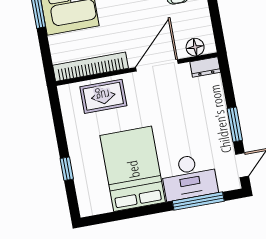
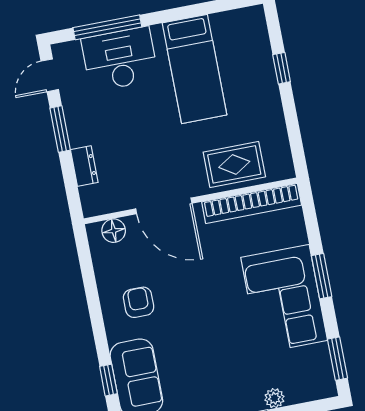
door: (157, 65) -> (164, 206), hinge flipped
dresser: (205, 67) -> (84, 166), moved, turned 90
bed: (133, 169) -> (195, 69), width x0.67

